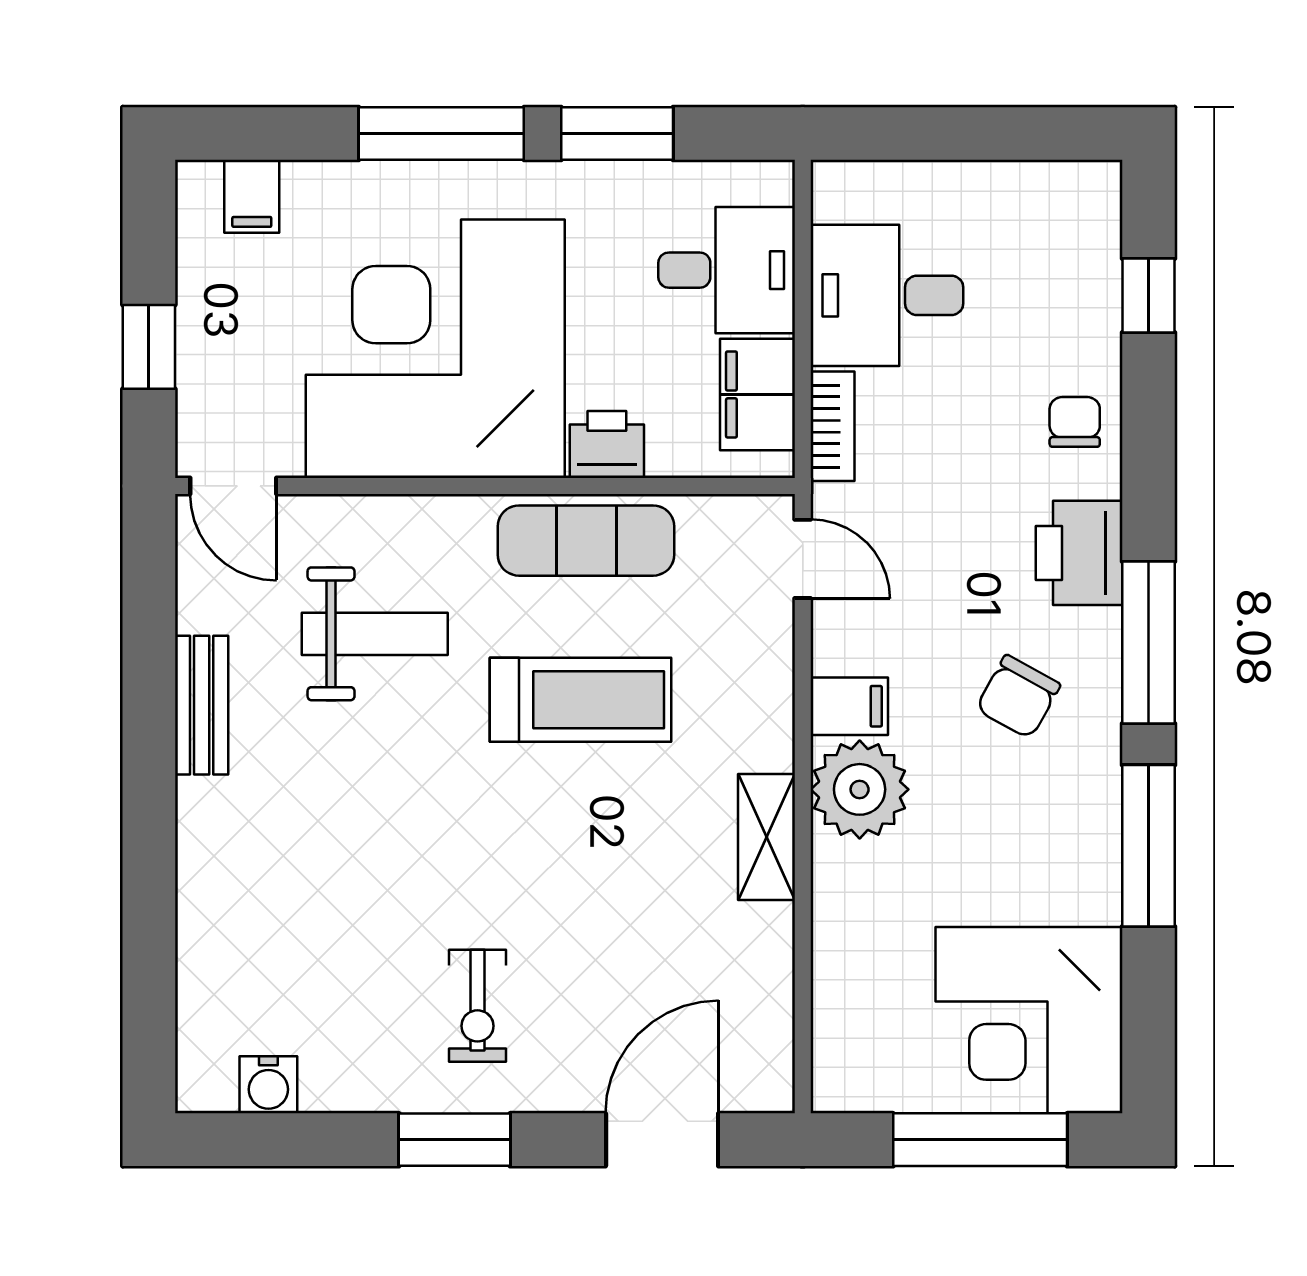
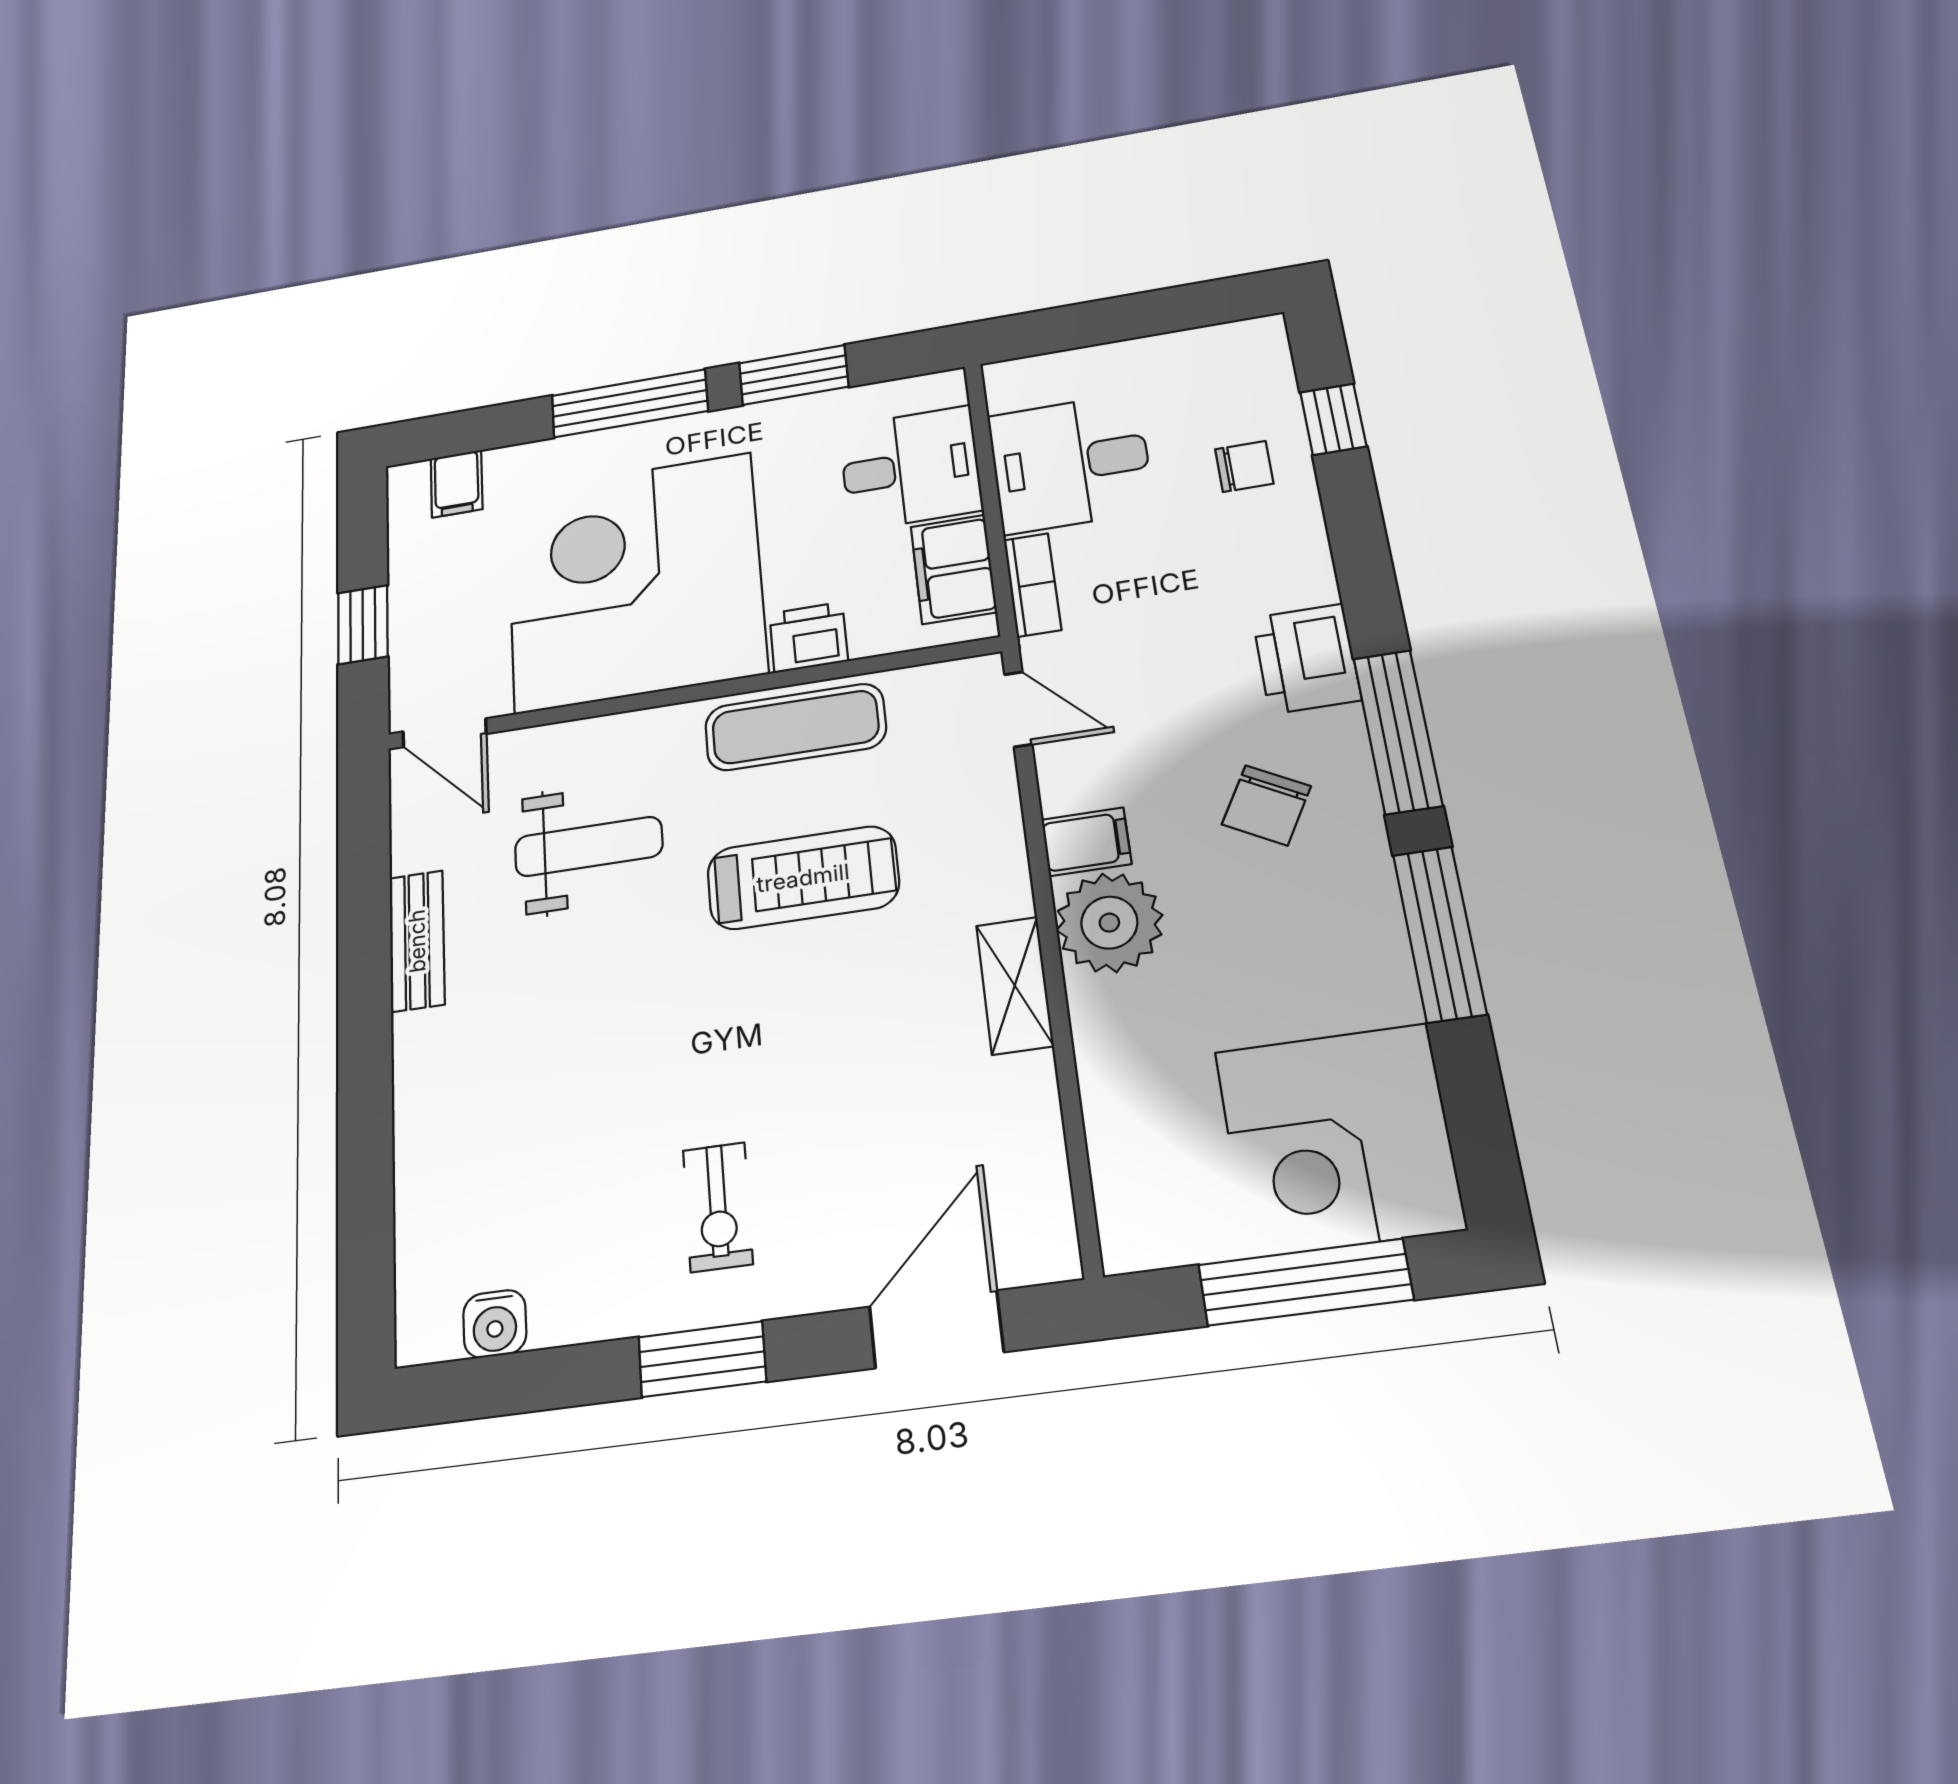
chair: (1075, 422) -> (1244, 466), moved, turned 90

